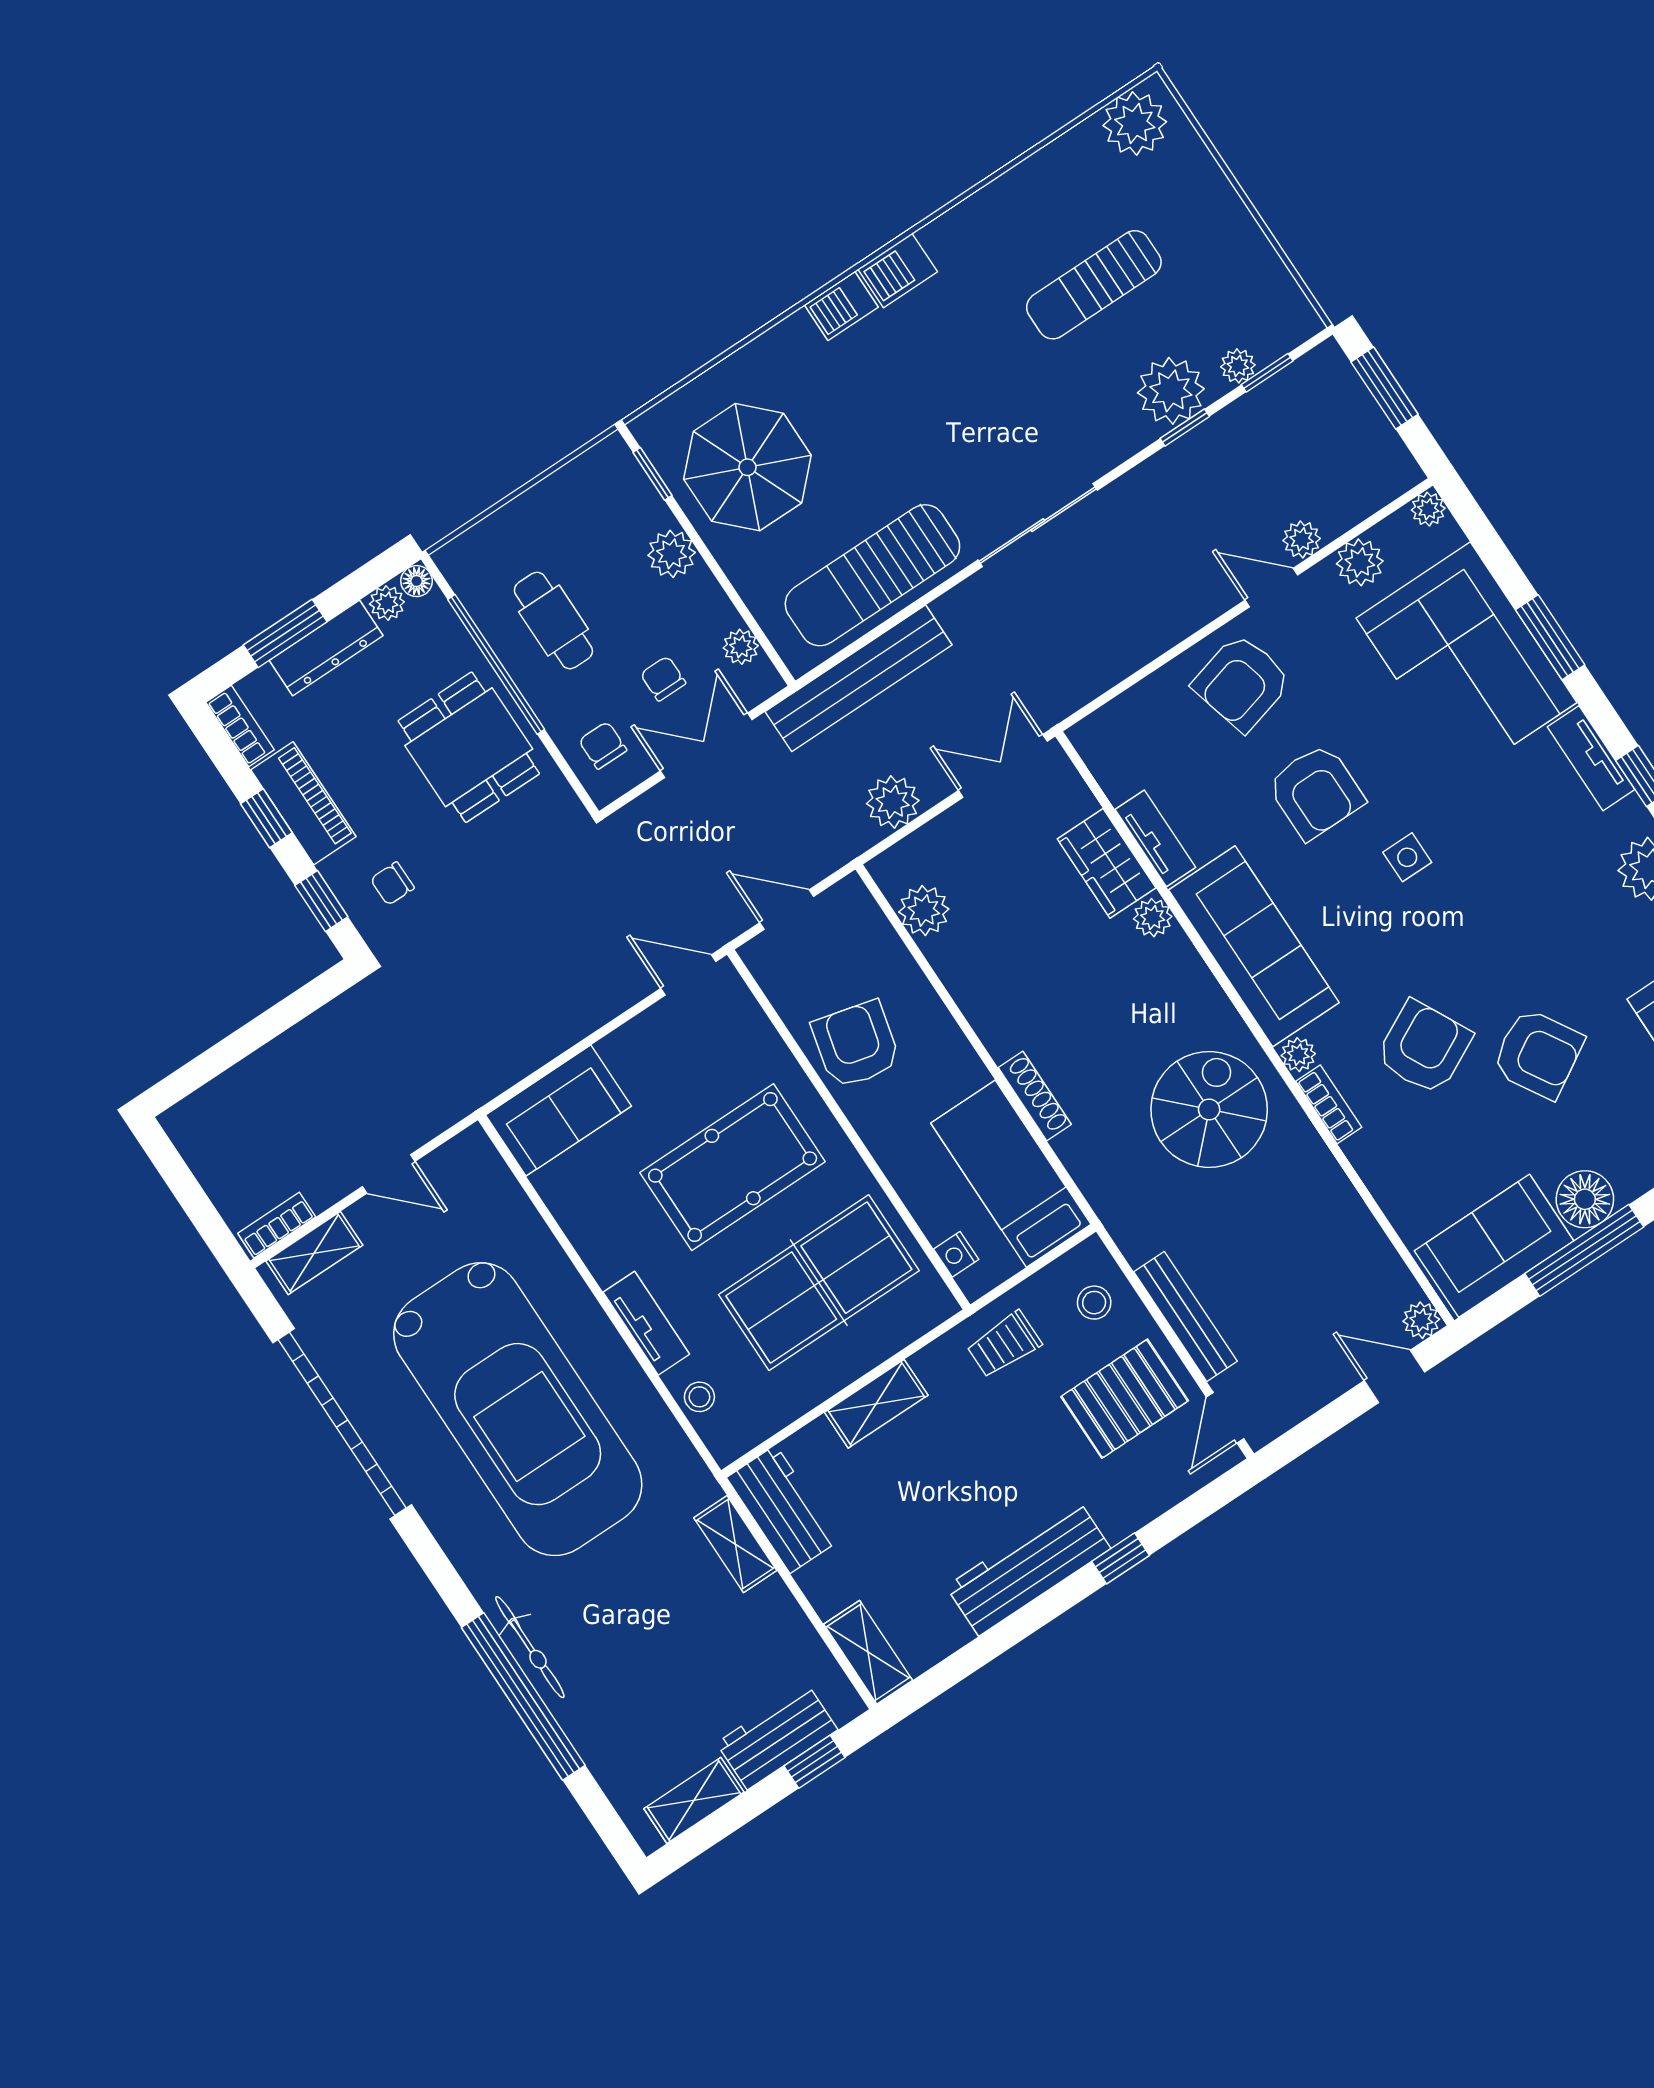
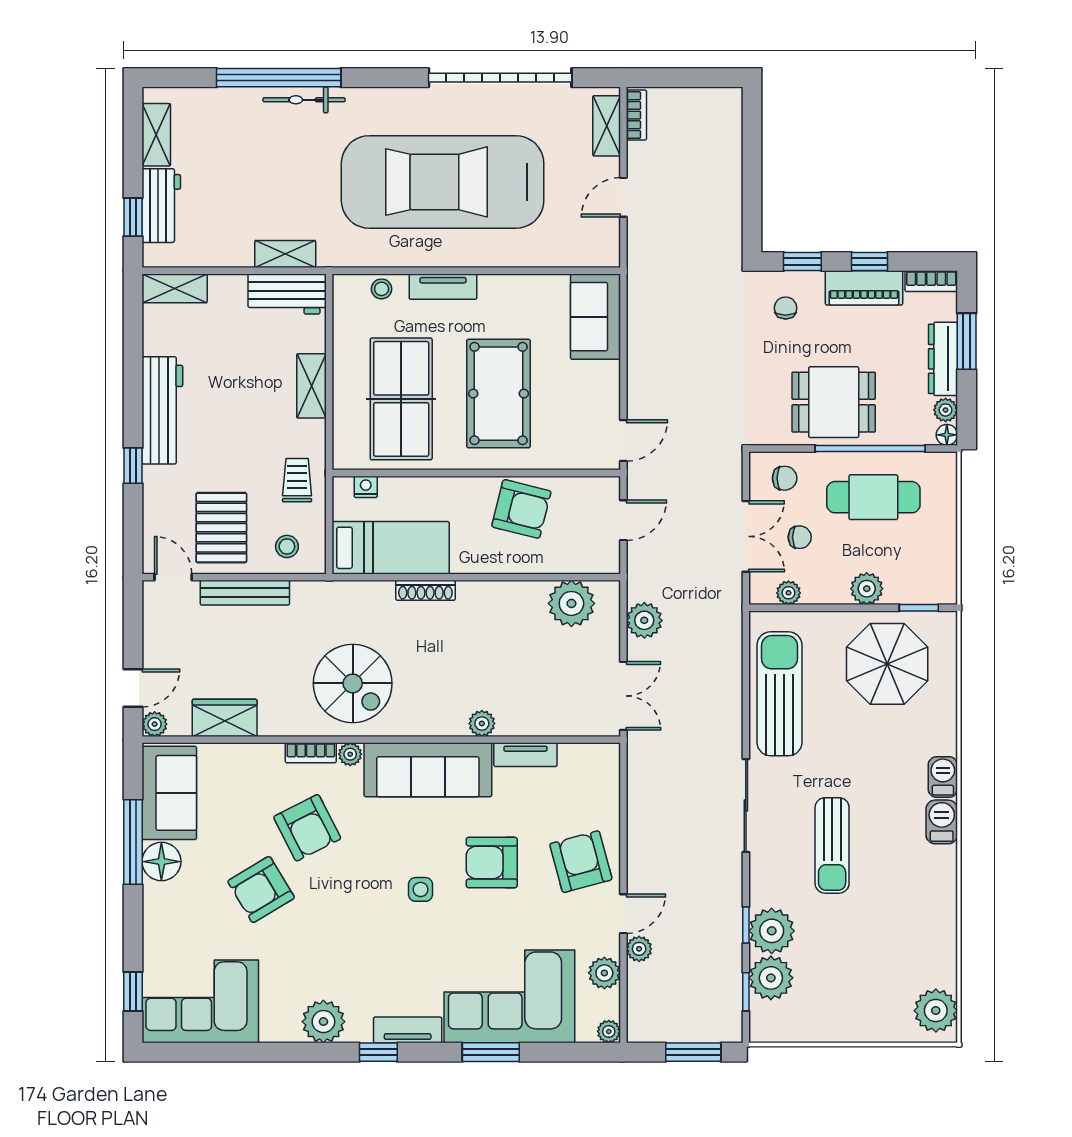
sun lounger: (1094, 285) -> (832, 845), moved, turned 180
plant: (1238, 366) -> (771, 978), width x1.88, depth x1.88
cafe table: (553, 621) -> (873, 497), width x1.37, depth x1.35
bench: (859, 678) -> (727, 647), removed
wardrobe: (1107, 863) -> (225, 718), moved
plant: (924, 910) -> (571, 603), width x1.36, depth x1.36

